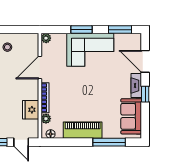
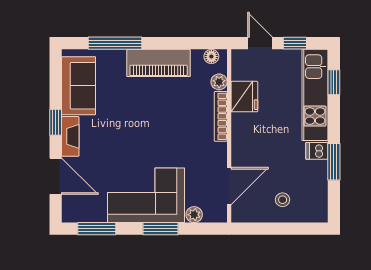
plant: (46, 38) -> (194, 215), moved
door: (40, 68) -> (229, 186), moved

